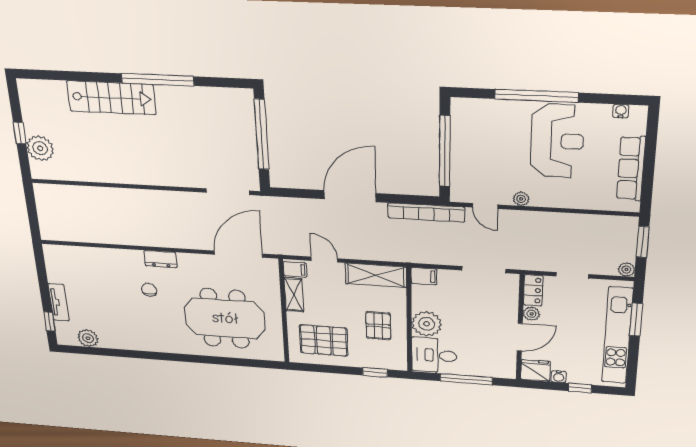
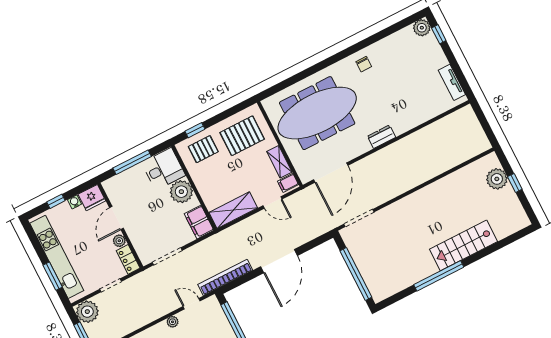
plant: (626, 269) -> (87, 312), width x1.88, depth x1.88
filing cabinet: (424, 276) -> (199, 222), width x2.00
chair: (149, 290) -> (364, 64), moved
tv unit: (59, 302) -> (452, 82), moved
meeting table: (225, 318) -> (317, 113), width x1.36
pallet: (378, 326) -> (203, 149), moved, turned 90
plant: (88, 338) -> (422, 28), moved

